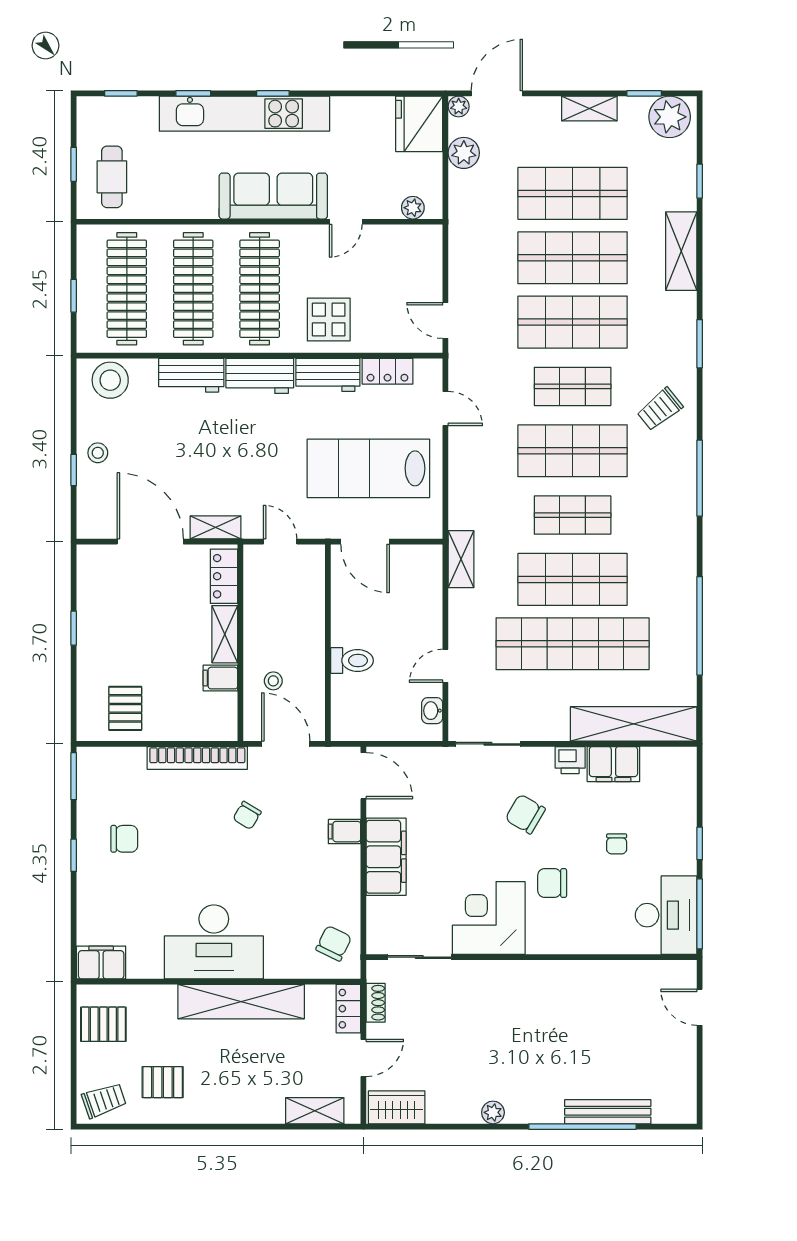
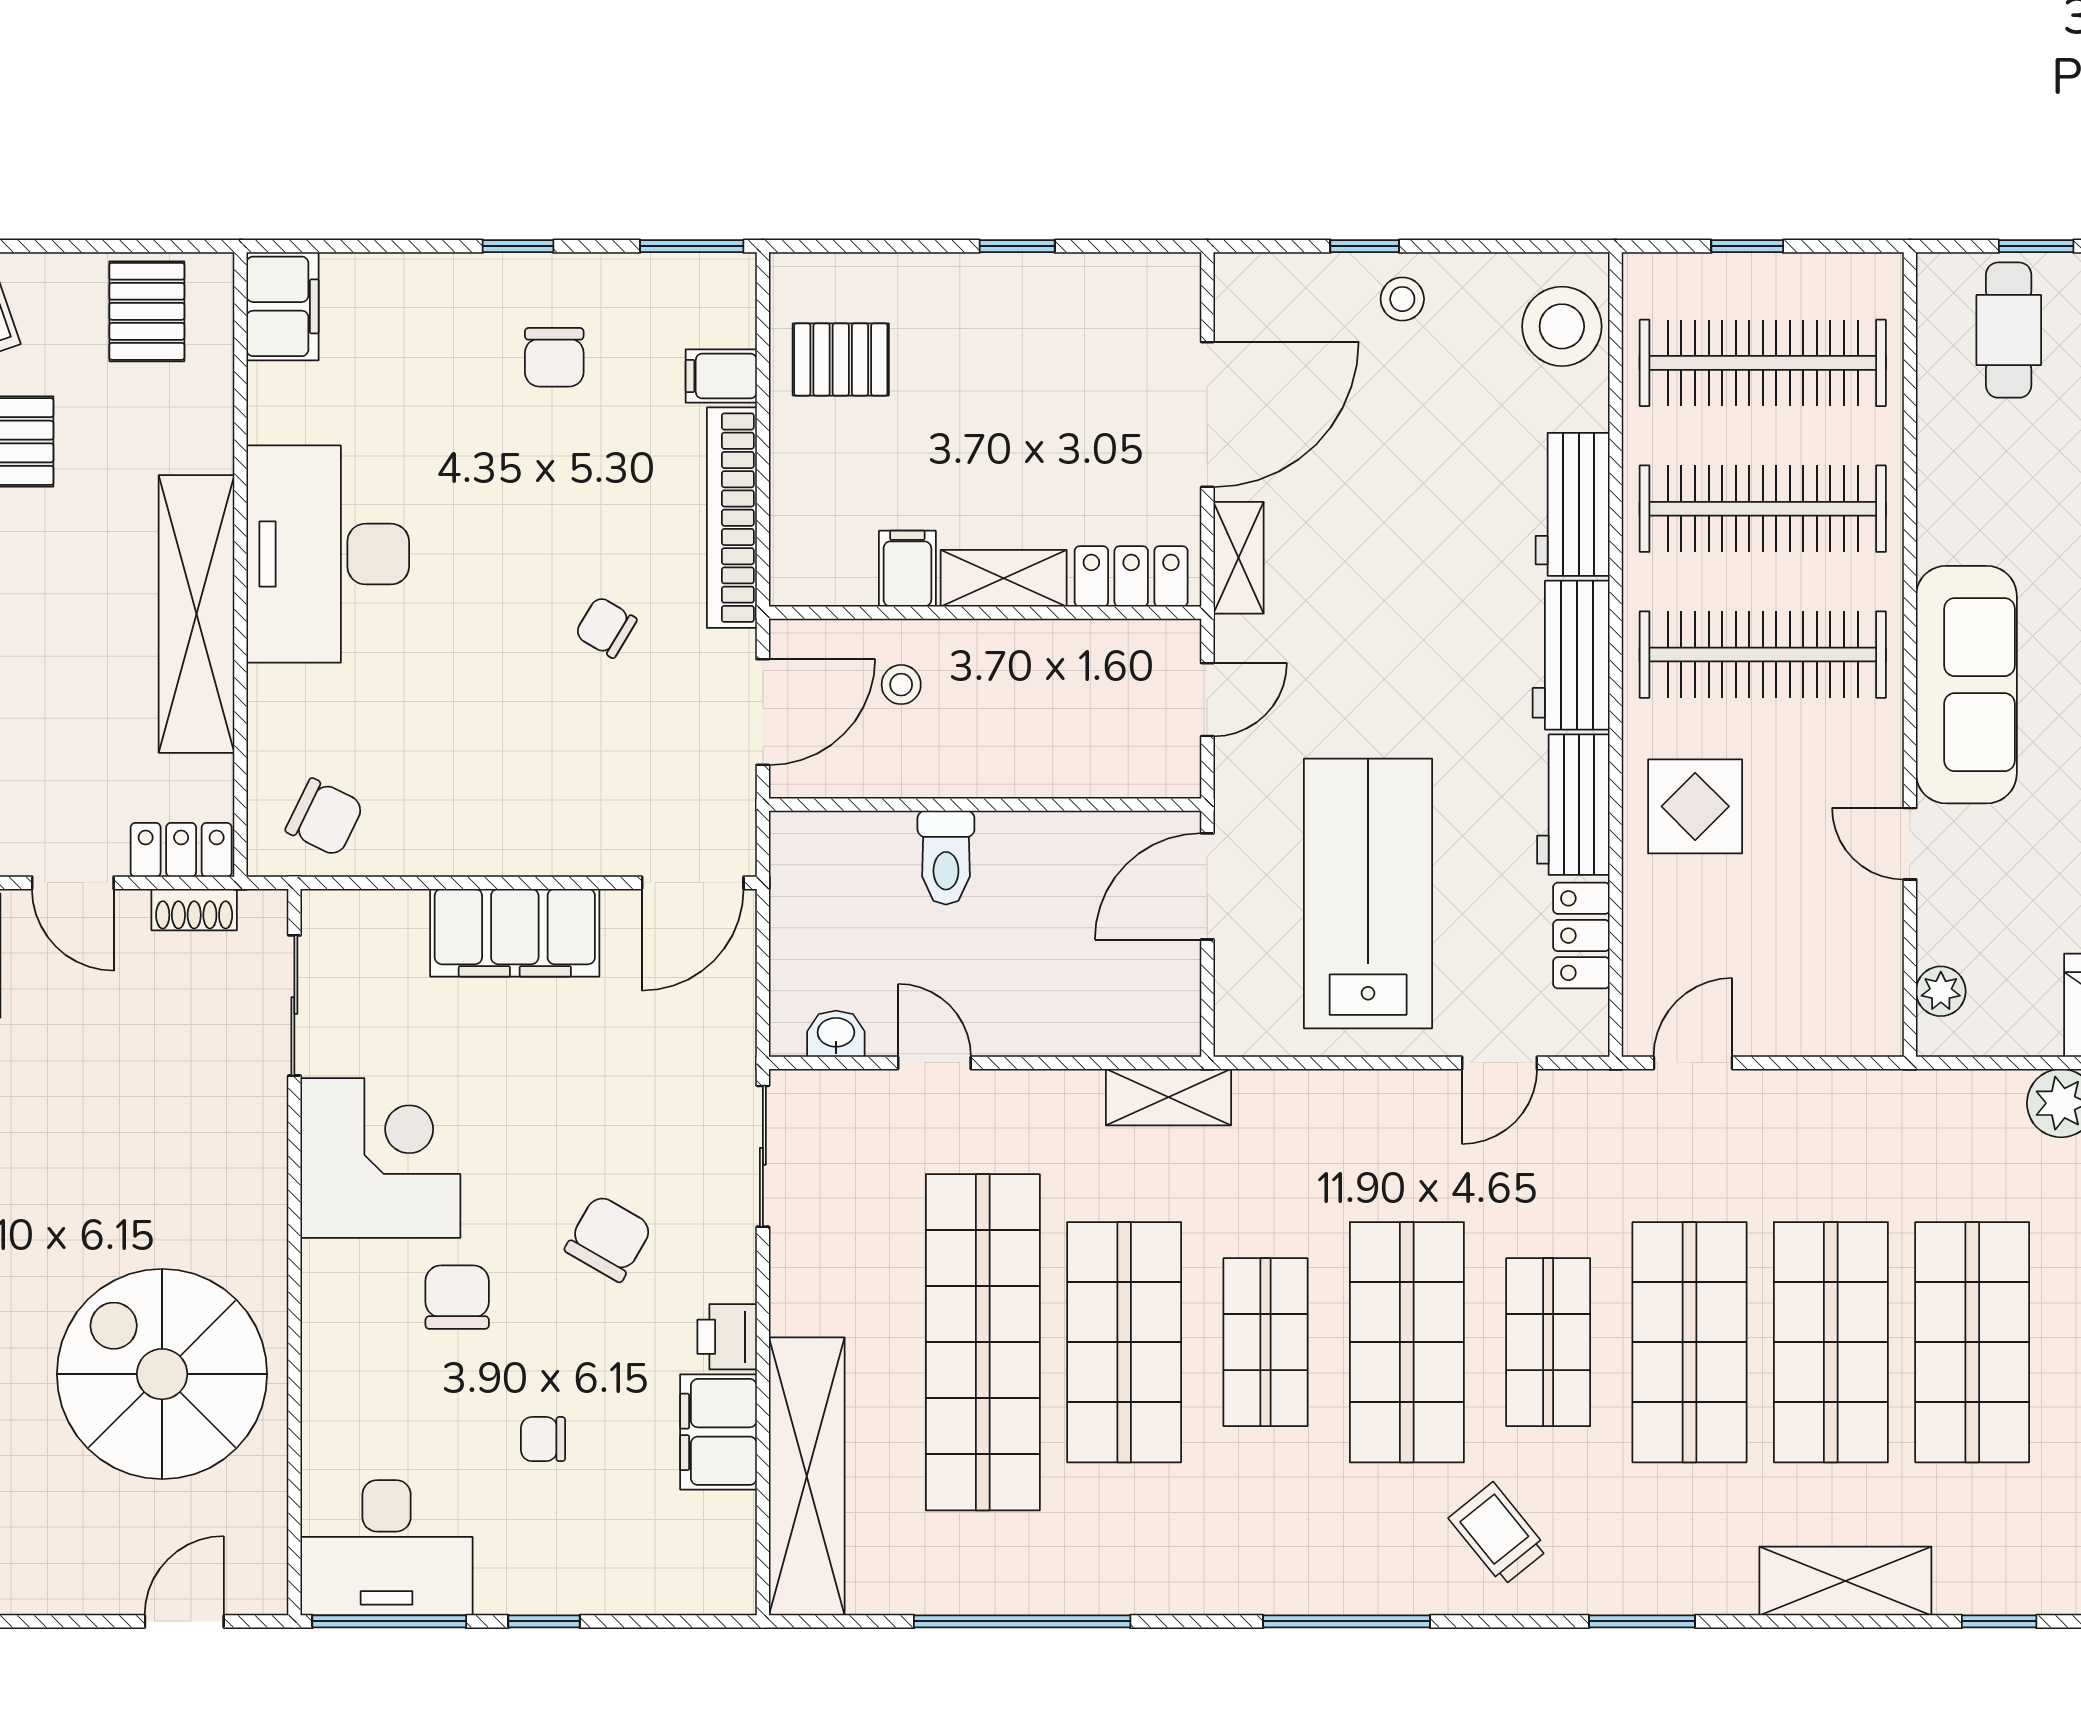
cafe table: (112, 177) -> (2009, 330), turned 90
filing cabinet: (345, 832) -> (721, 376), moved, turned -90
spiral stairs: (587, 1017) -> (162, 1374), added

